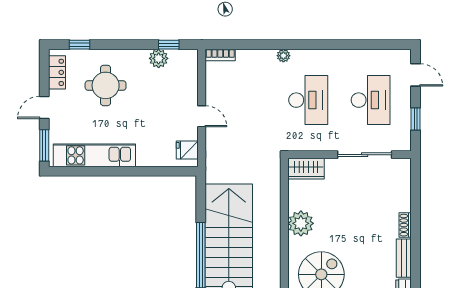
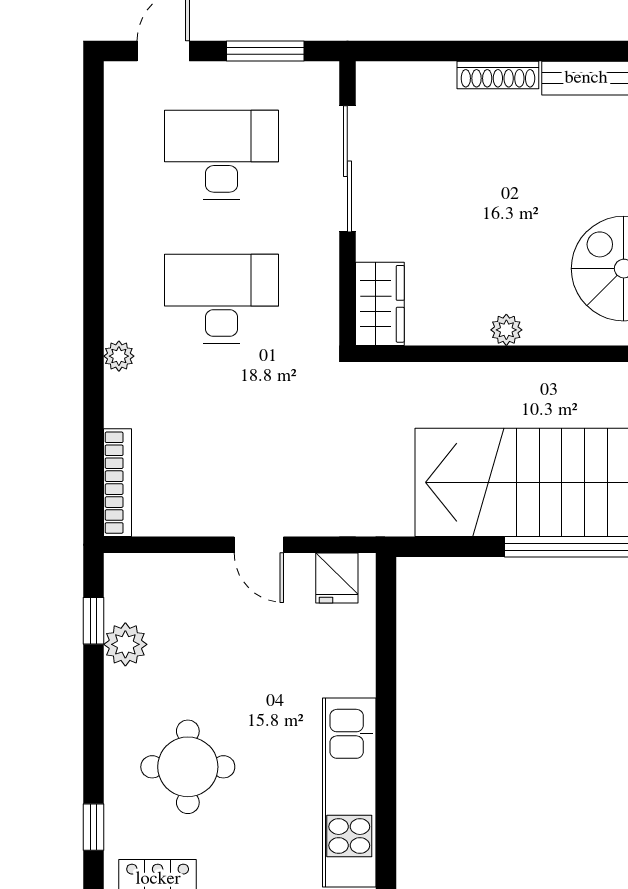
bookcase: (220, 55) -> (117, 483), width x1.56
door: (202, 116) -> (259, 545), swing flipped
window: (416, 119) -> (265, 51), width x1.50
plant: (301, 223) -> (506, 330), width x0.53, depth x0.53
shoe rack: (405, 225) -> (498, 75), width x1.43

